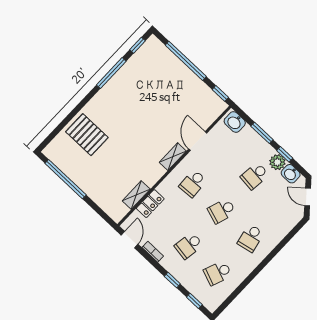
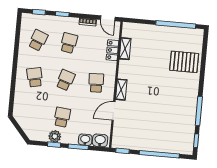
door: (198, 141) -> (113, 111), swing flipped
washbasin: (291, 174) -> (85, 140), moved
door: (308, 197) -> (20, 130), removed

